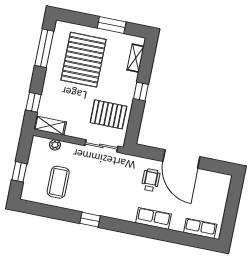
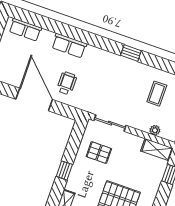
pallet: (108, 114) -> (99, 153), width x0.67, depth x0.71
wheelchair: (151, 180) -> (67, 83), turned 180
coffee table: (58, 182) -> (157, 94), width x0.73, depth x0.77

